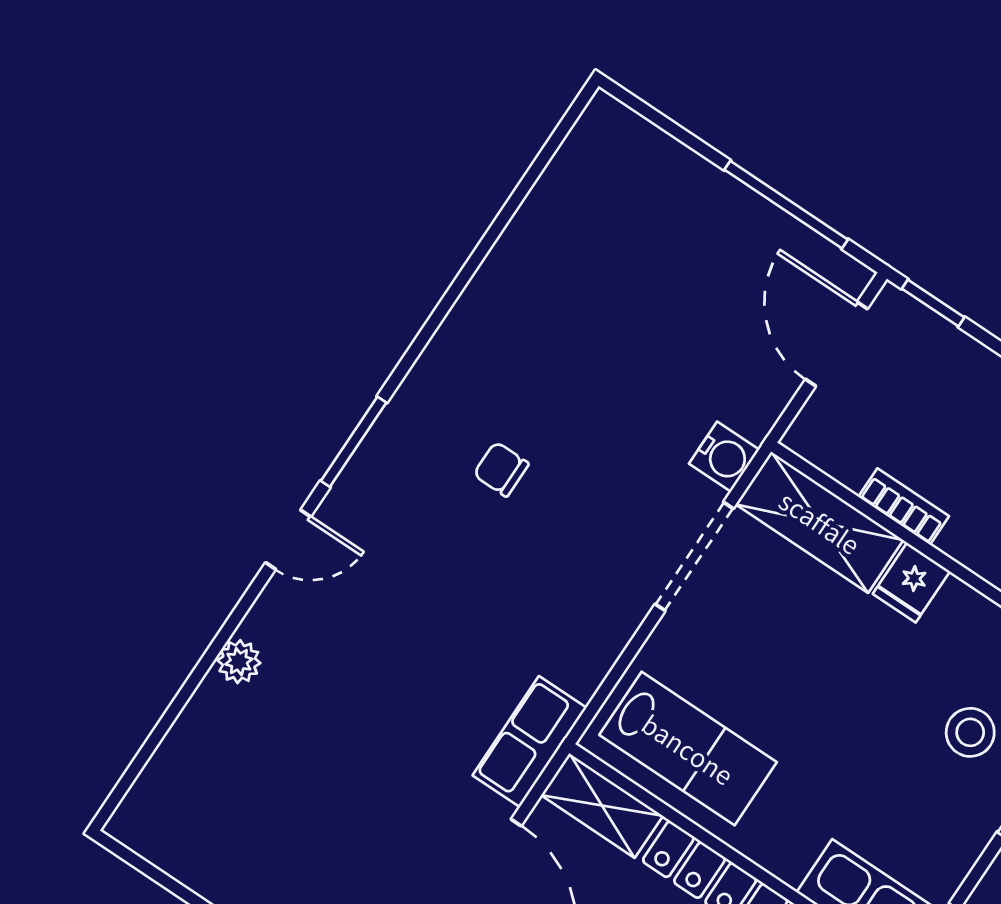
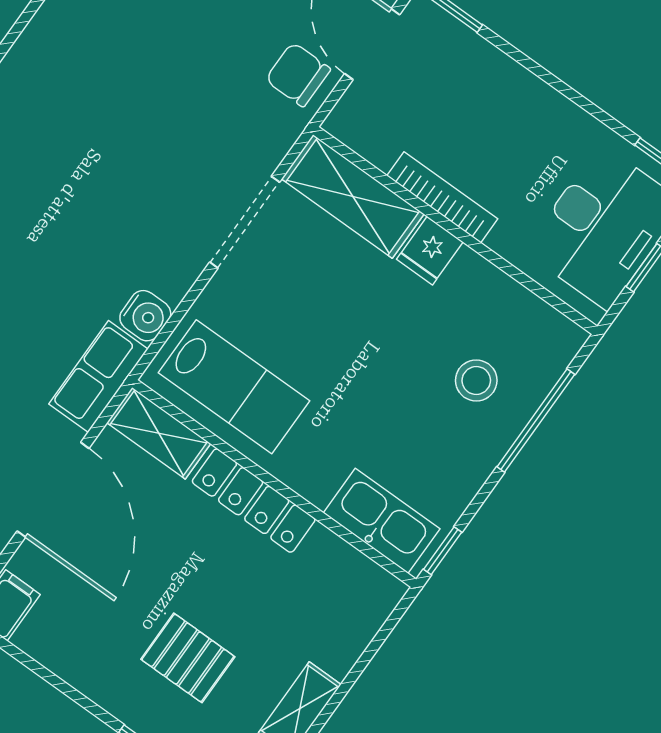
water cooler: (724, 457) -> (145, 316), moved
chair: (501, 469) -> (298, 75), moved, width x1.37, depth x1.37
bookcase: (904, 507) -> (442, 197), width x1.56

